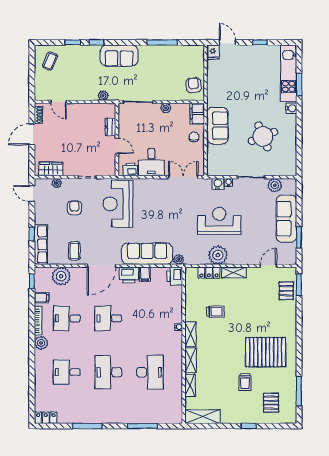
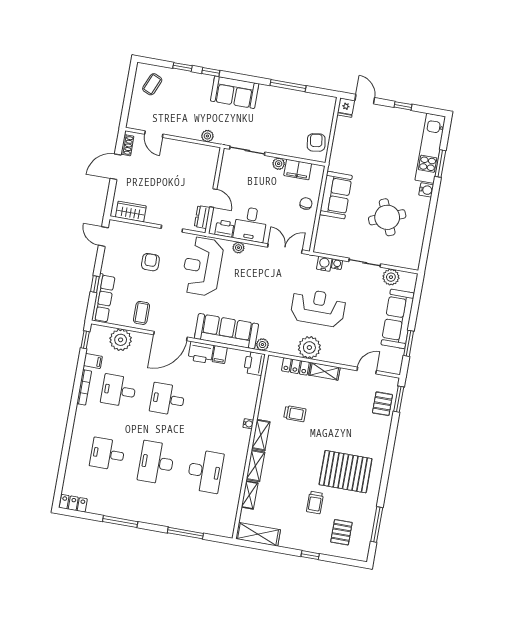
filing cabinet: (197, 114) -> (298, 170), moved, turned -90
dresser: (111, 127) -> (202, 217), moved
plant: (57, 183) -> (238, 248), moved
plant: (41, 343) -> (83, 414), removed

